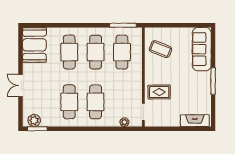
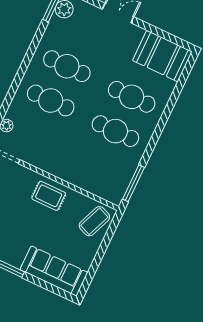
coffee table: (161, 49) -> (94, 221), moved
cafe table: (122, 52) -> (99, 165), removed
rug: (159, 92) -> (49, 196), moved, turned 90

